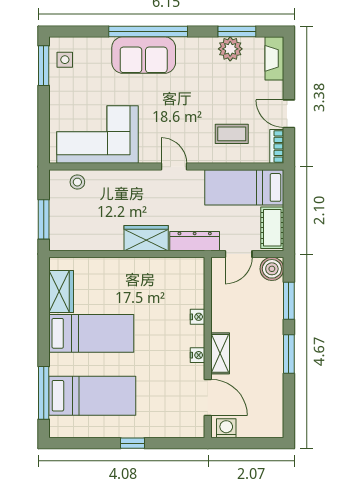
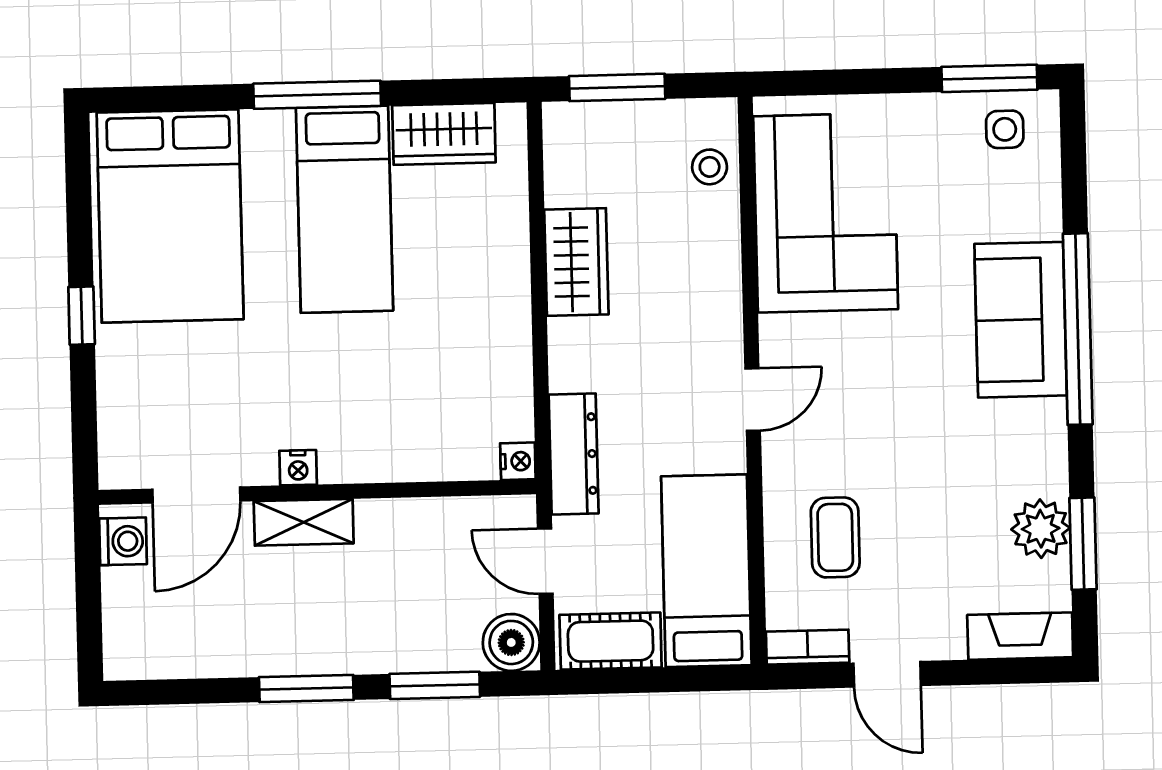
door: (289, 114) -> (887, 674), swing flipped
wardrobe: (146, 238) -> (576, 262), moved
nightstand: (198, 317) -> (518, 461), moved, turned -90
window: (44, 393) -> (317, 95), moved
bed: (92, 396) -> (170, 216), width x1.50

